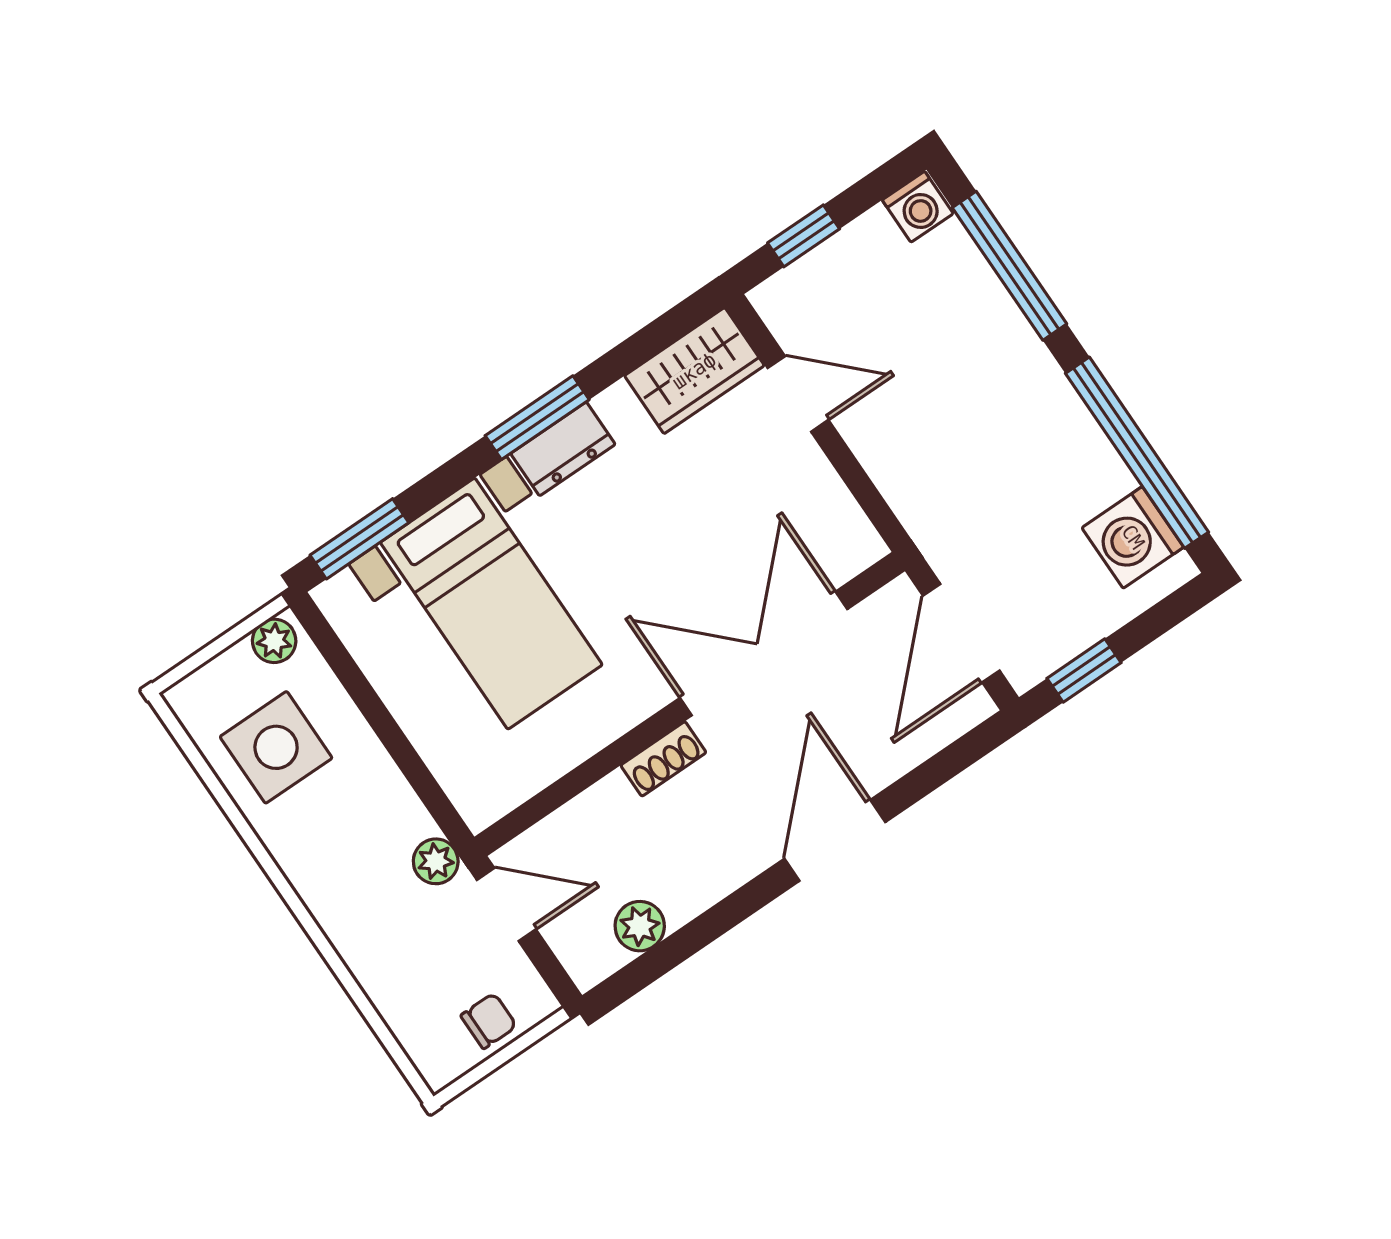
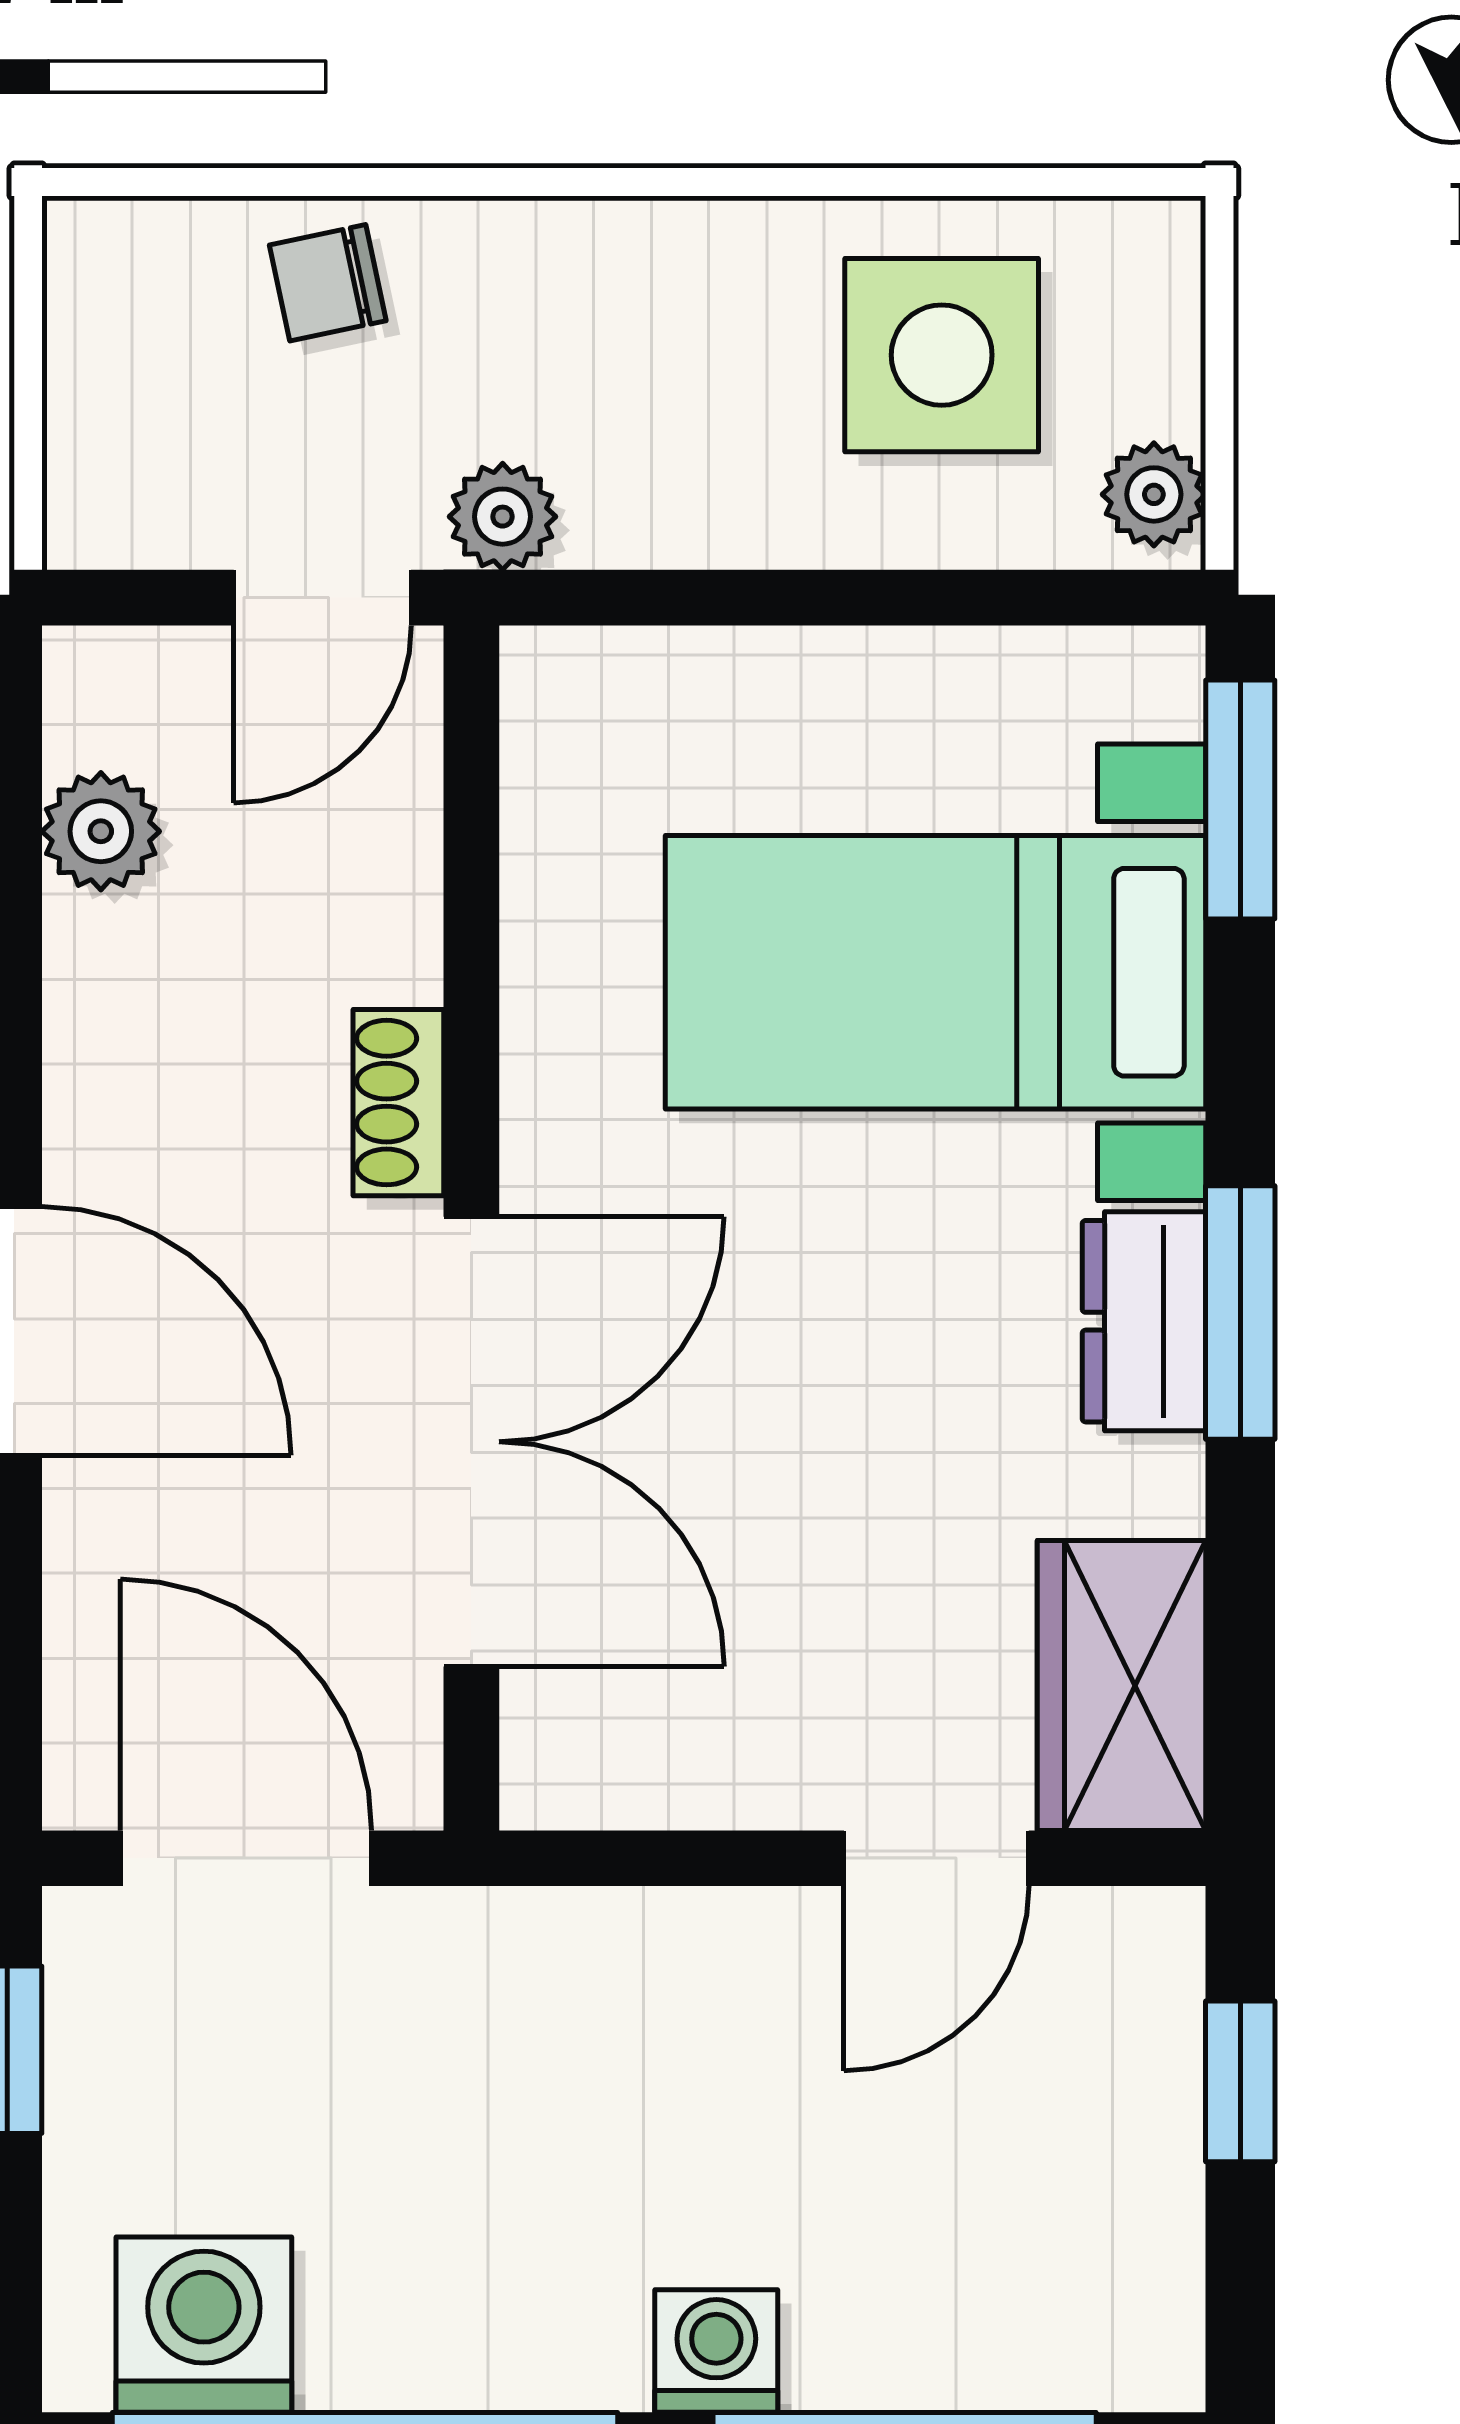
washing machine: (918, 207) -> (716, 2351), moved, turned 90
chair: (489, 1021) -> (328, 283), moved, turned 78

